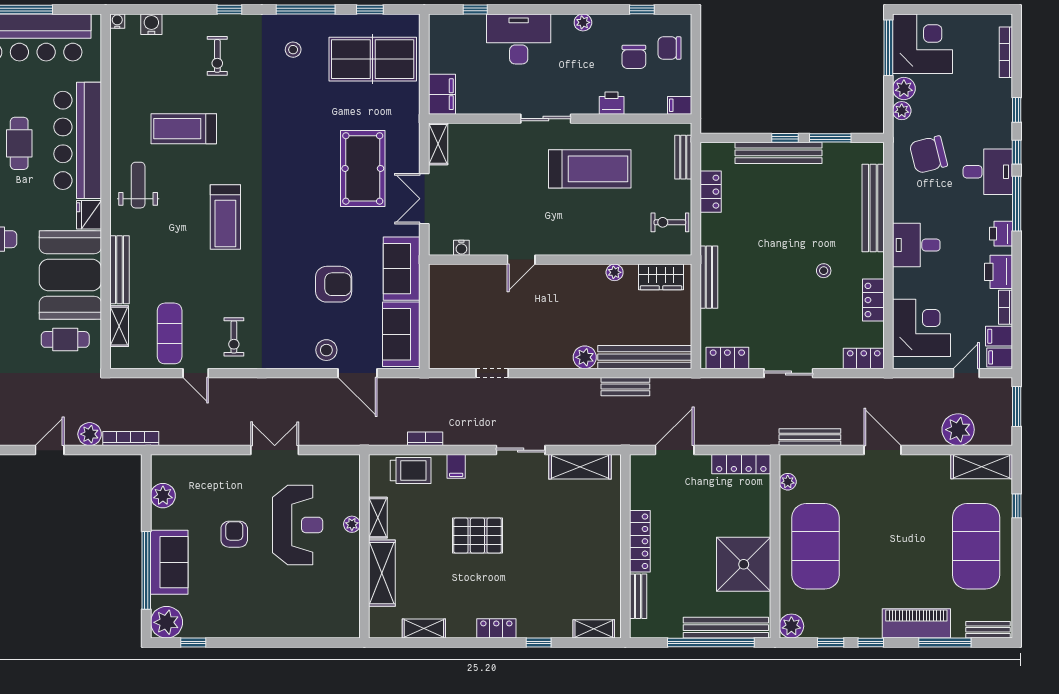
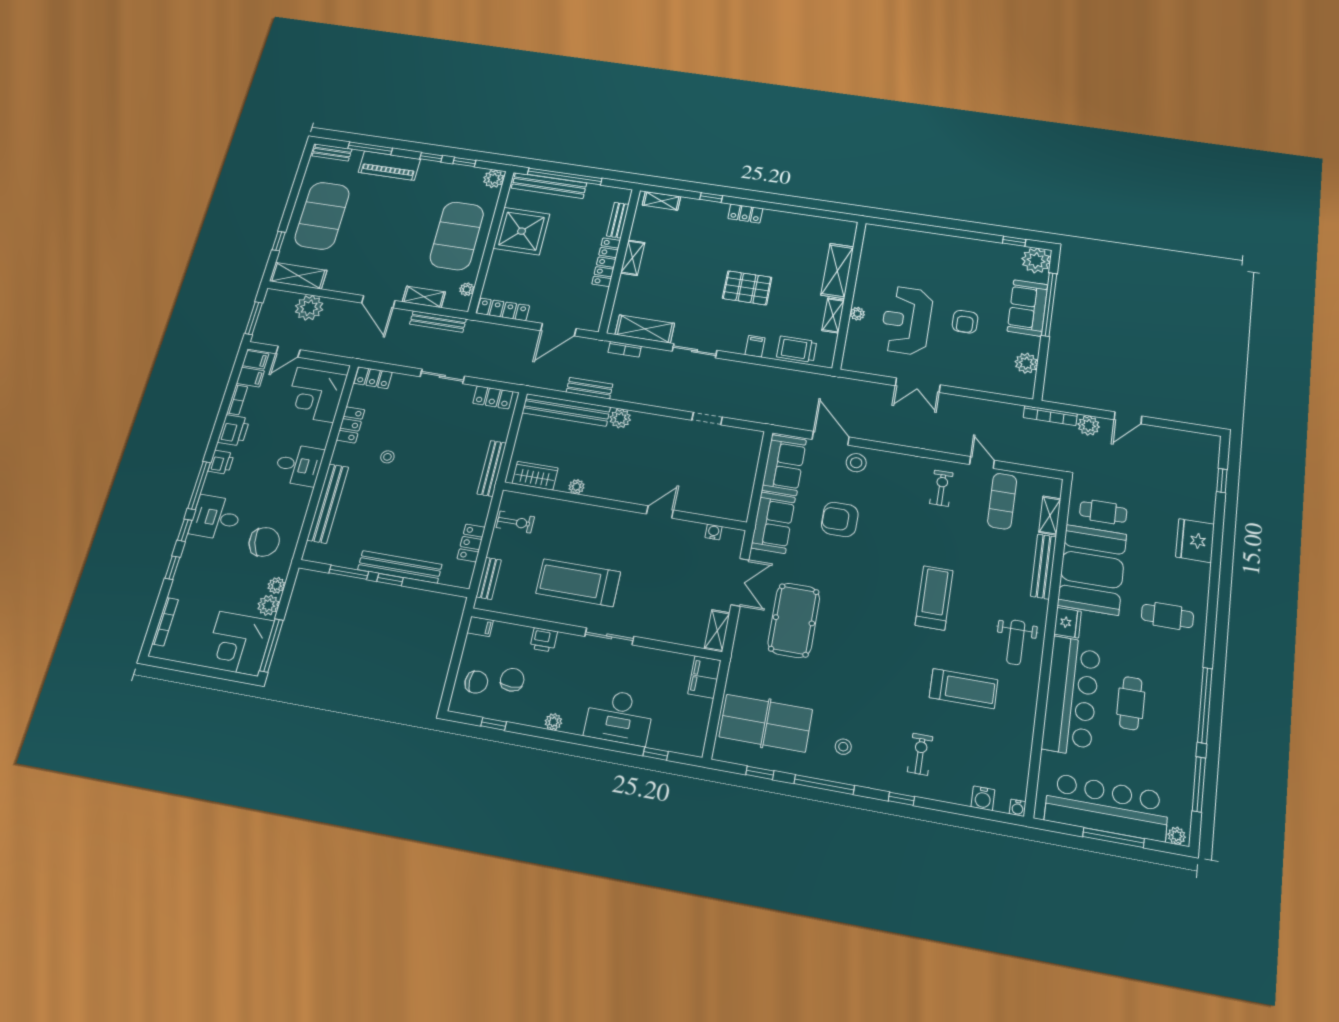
bookcase: (425, 439) -> (625, 349), moved
shelving: (833, 464) -> (424, 297), added
shelving: (424, 629) -> (633, 258), moved, turned 90

